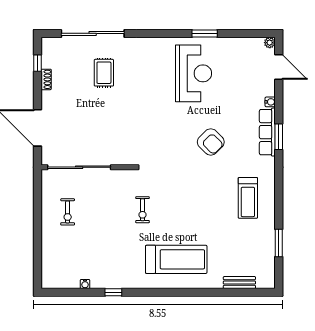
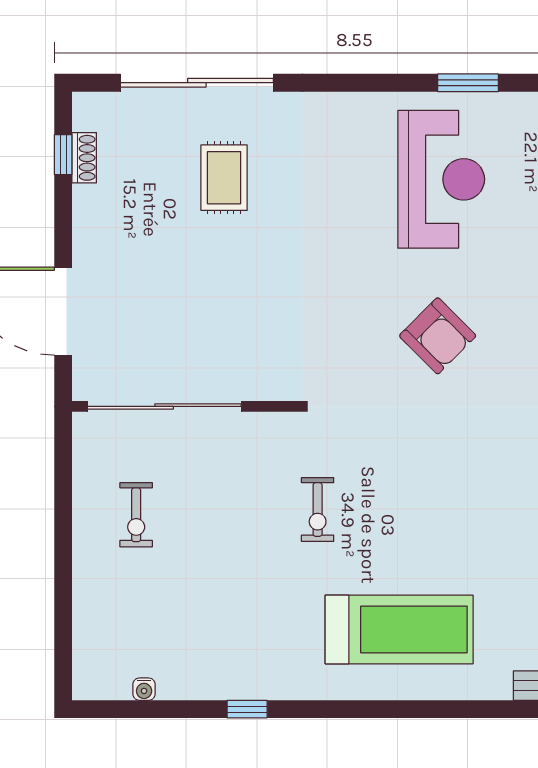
shoe rack: (46, 79) -> (84, 158), moved
armchair: (211, 142) -> (438, 336), moved
water cooler: (85, 284) -> (144, 689), moved

